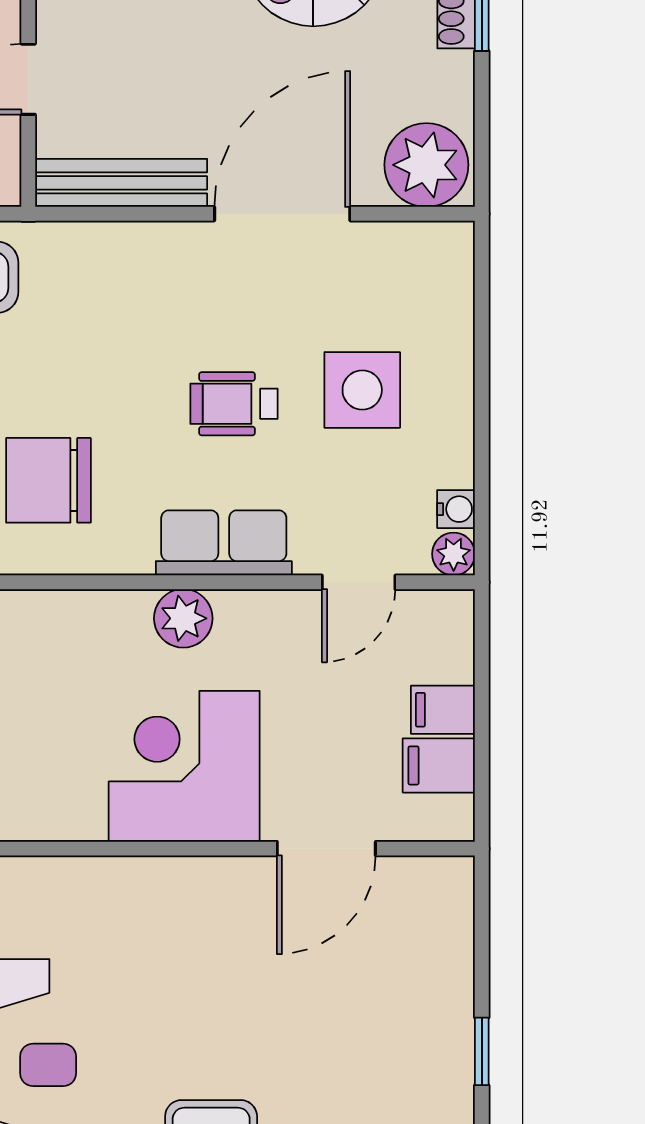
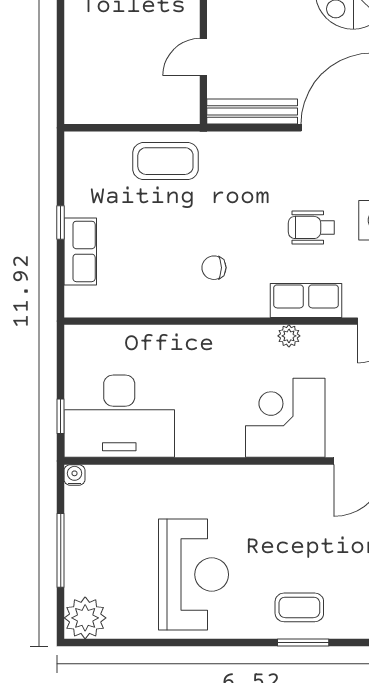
chair: (48, 480) -> (214, 268), width x0.54, depth x0.54
plant: (183, 618) -> (289, 336), width x0.73, depth x0.73

